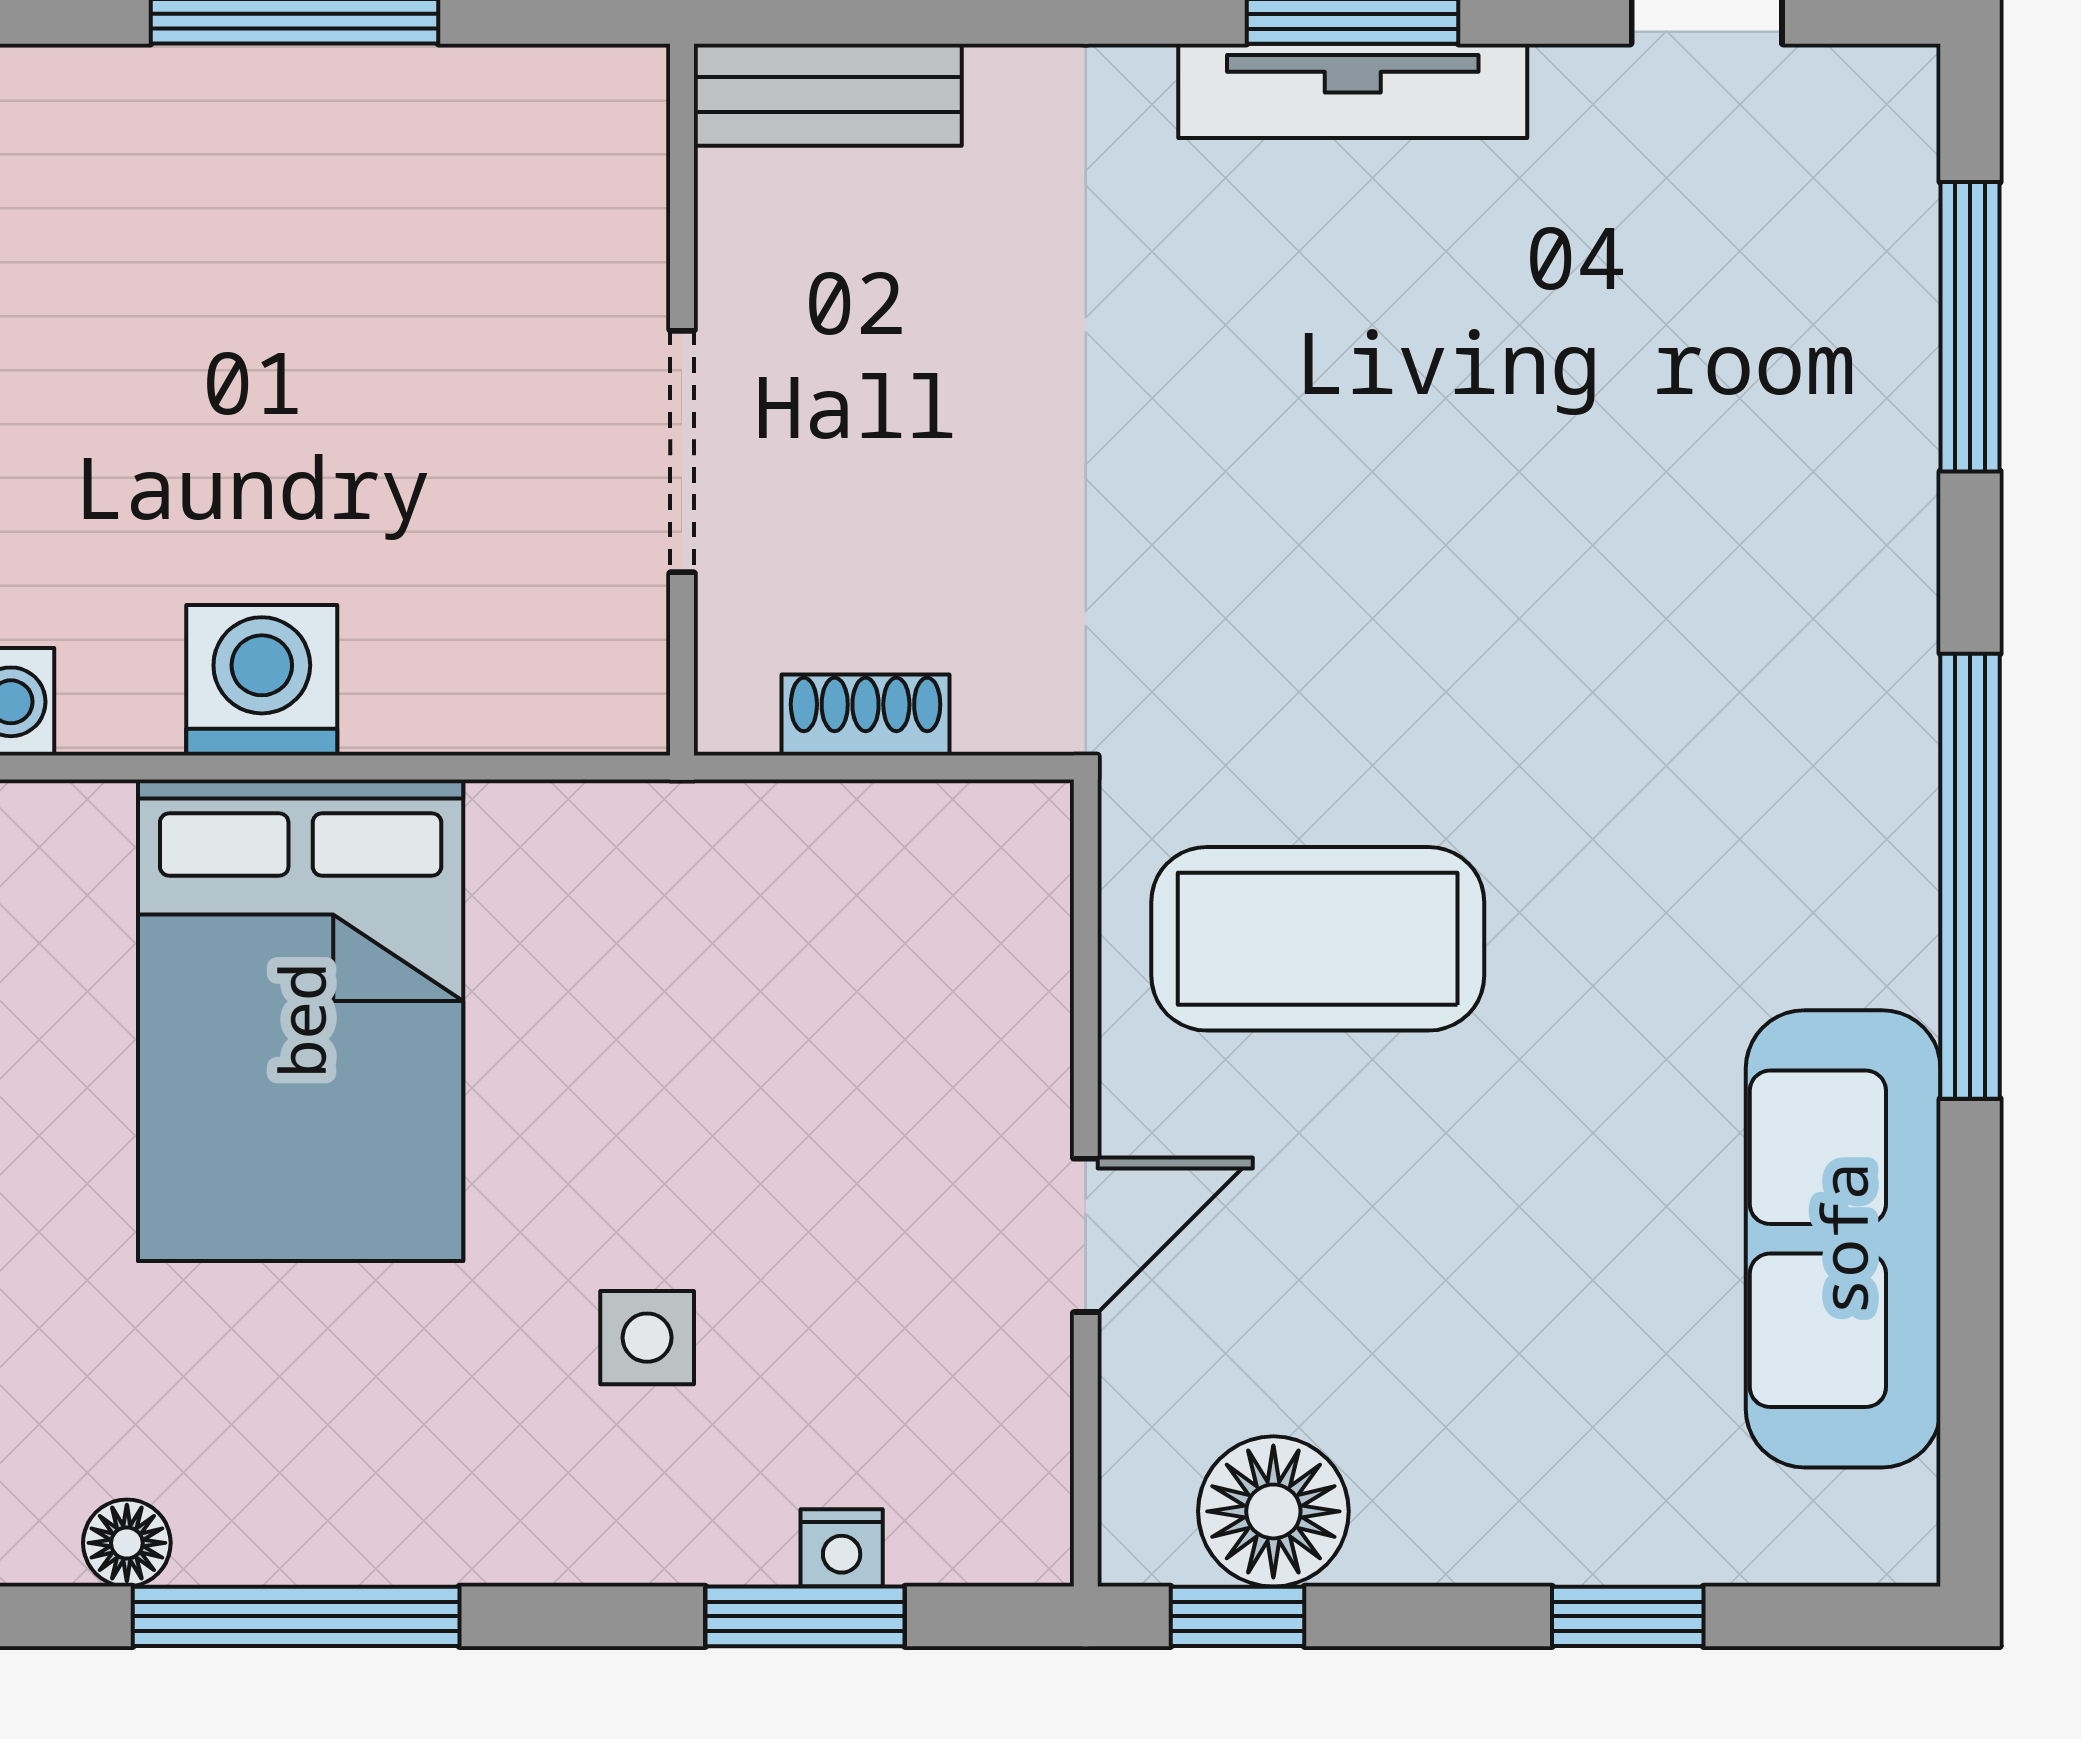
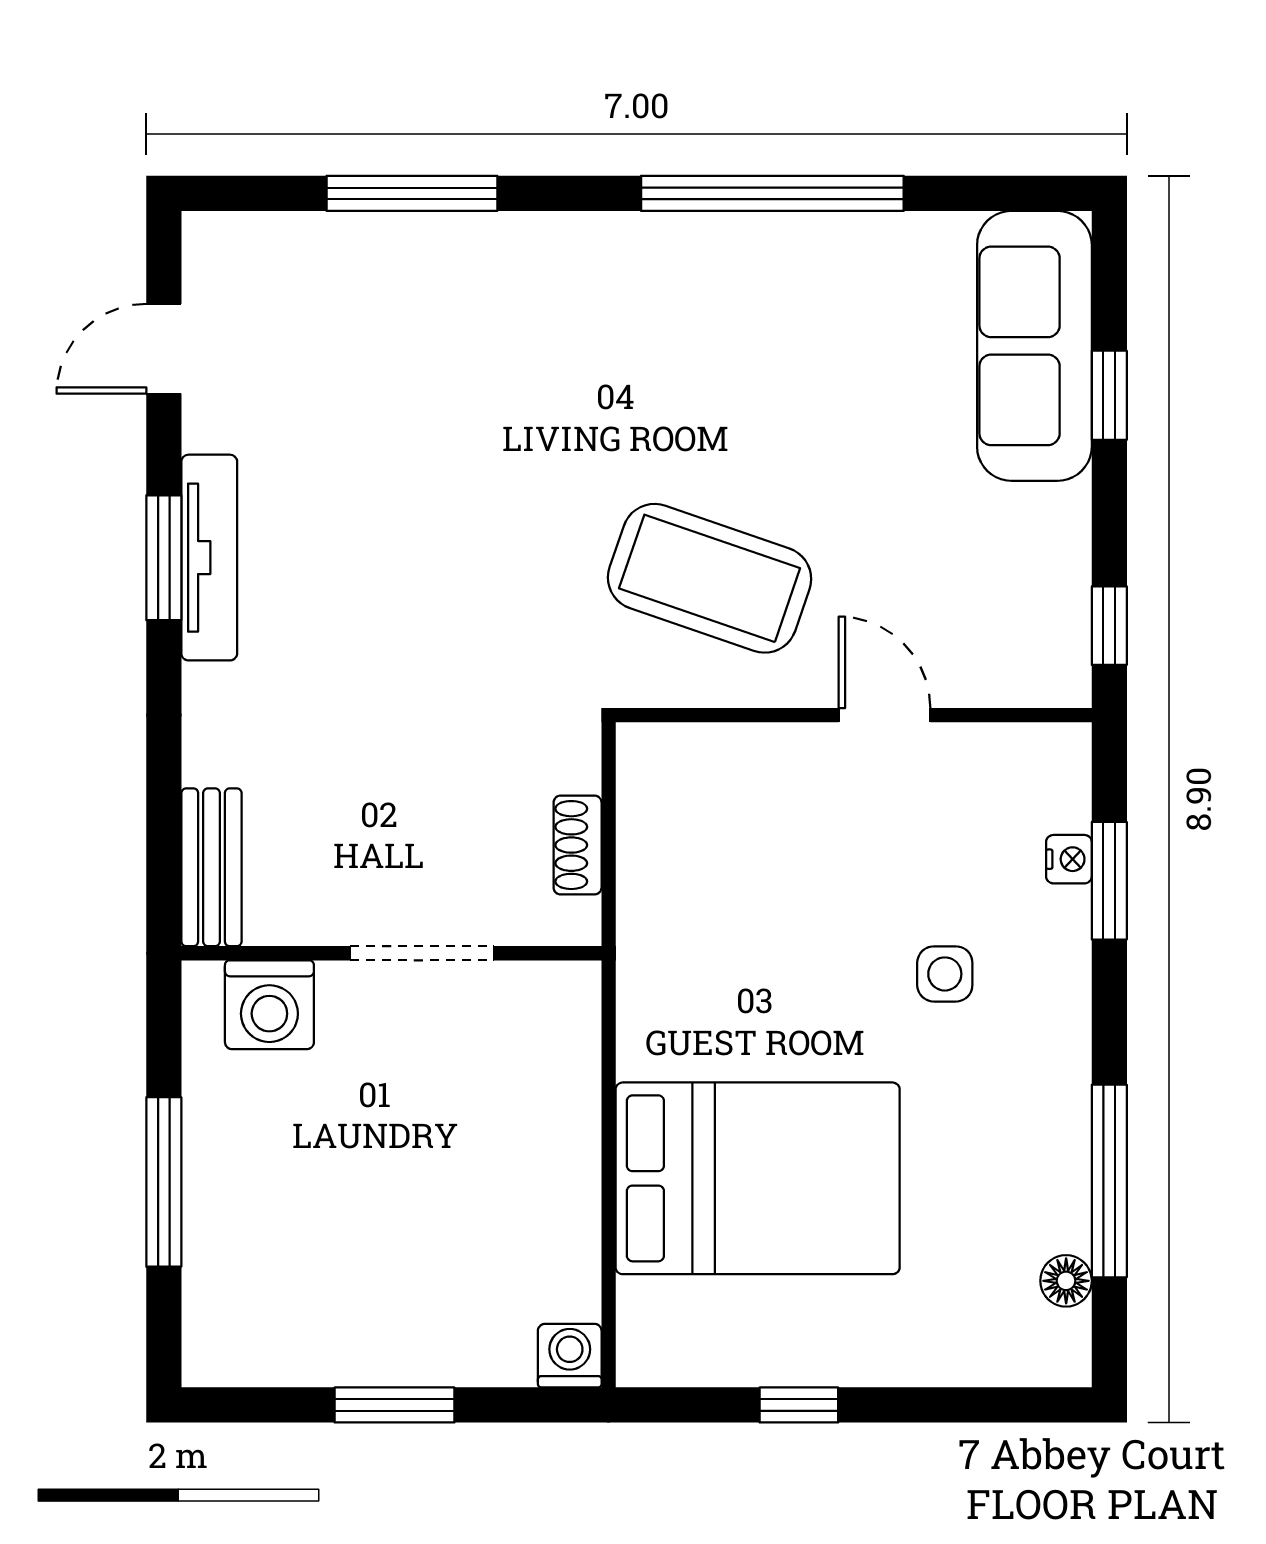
window: (1970, 327) -> (412, 193), moved
washing machine: (262, 680) -> (269, 1005), moved, turned -90
window: (1970, 876) -> (772, 193), moved
coffee table: (1318, 939) -> (710, 578), turned -71
sofa: (1843, 1239) -> (1034, 346), moved, turned 90
floor lamp: (1273, 1511) -> (1047, 604), removed

